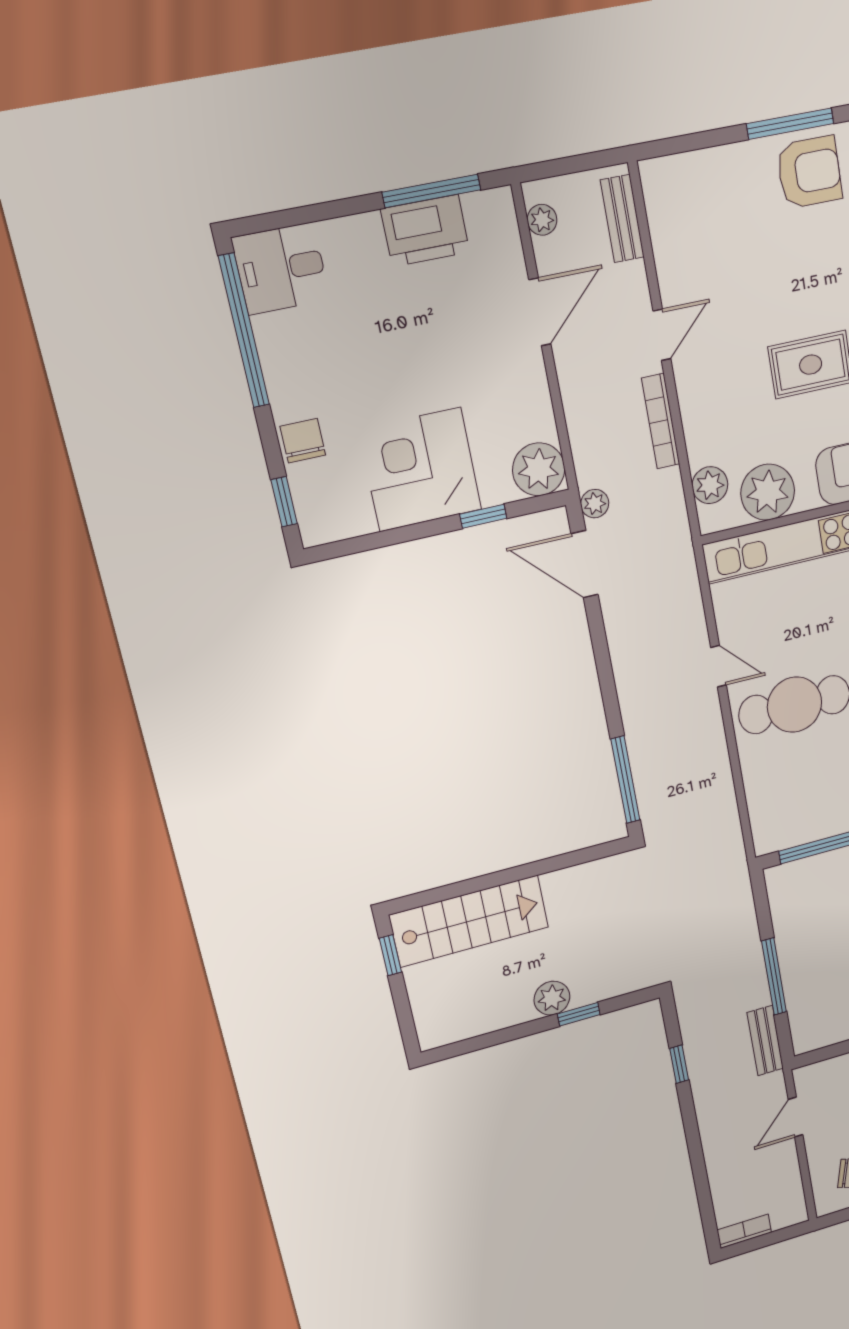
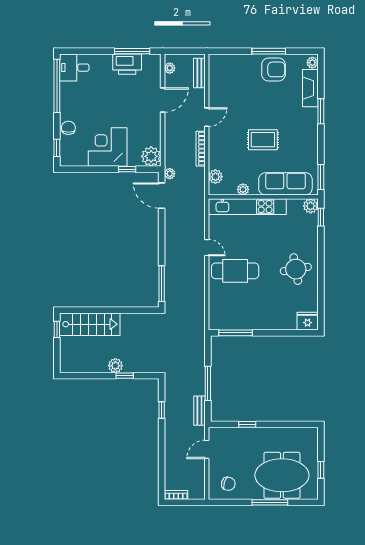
plant: (768, 492) -> (243, 189), width x0.53, depth x0.53

